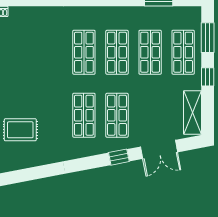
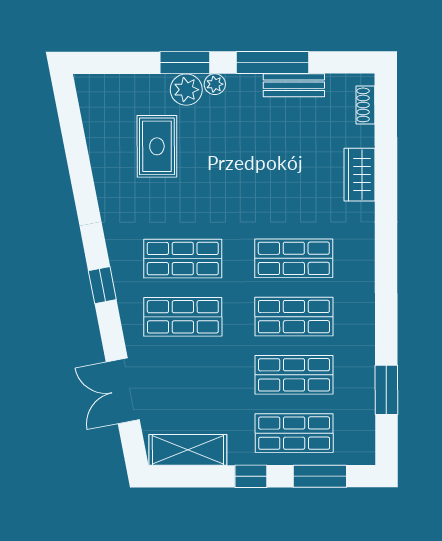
wardrobe: (37, 15) -> (359, 175), added
window: (119, 157) -> (102, 285), moved

